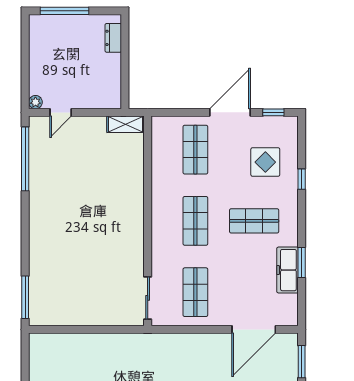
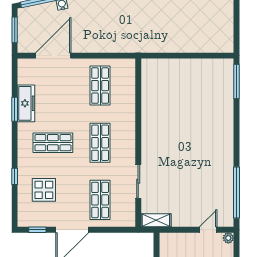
sliding door: (148, 298) -> (138, 181), moved

